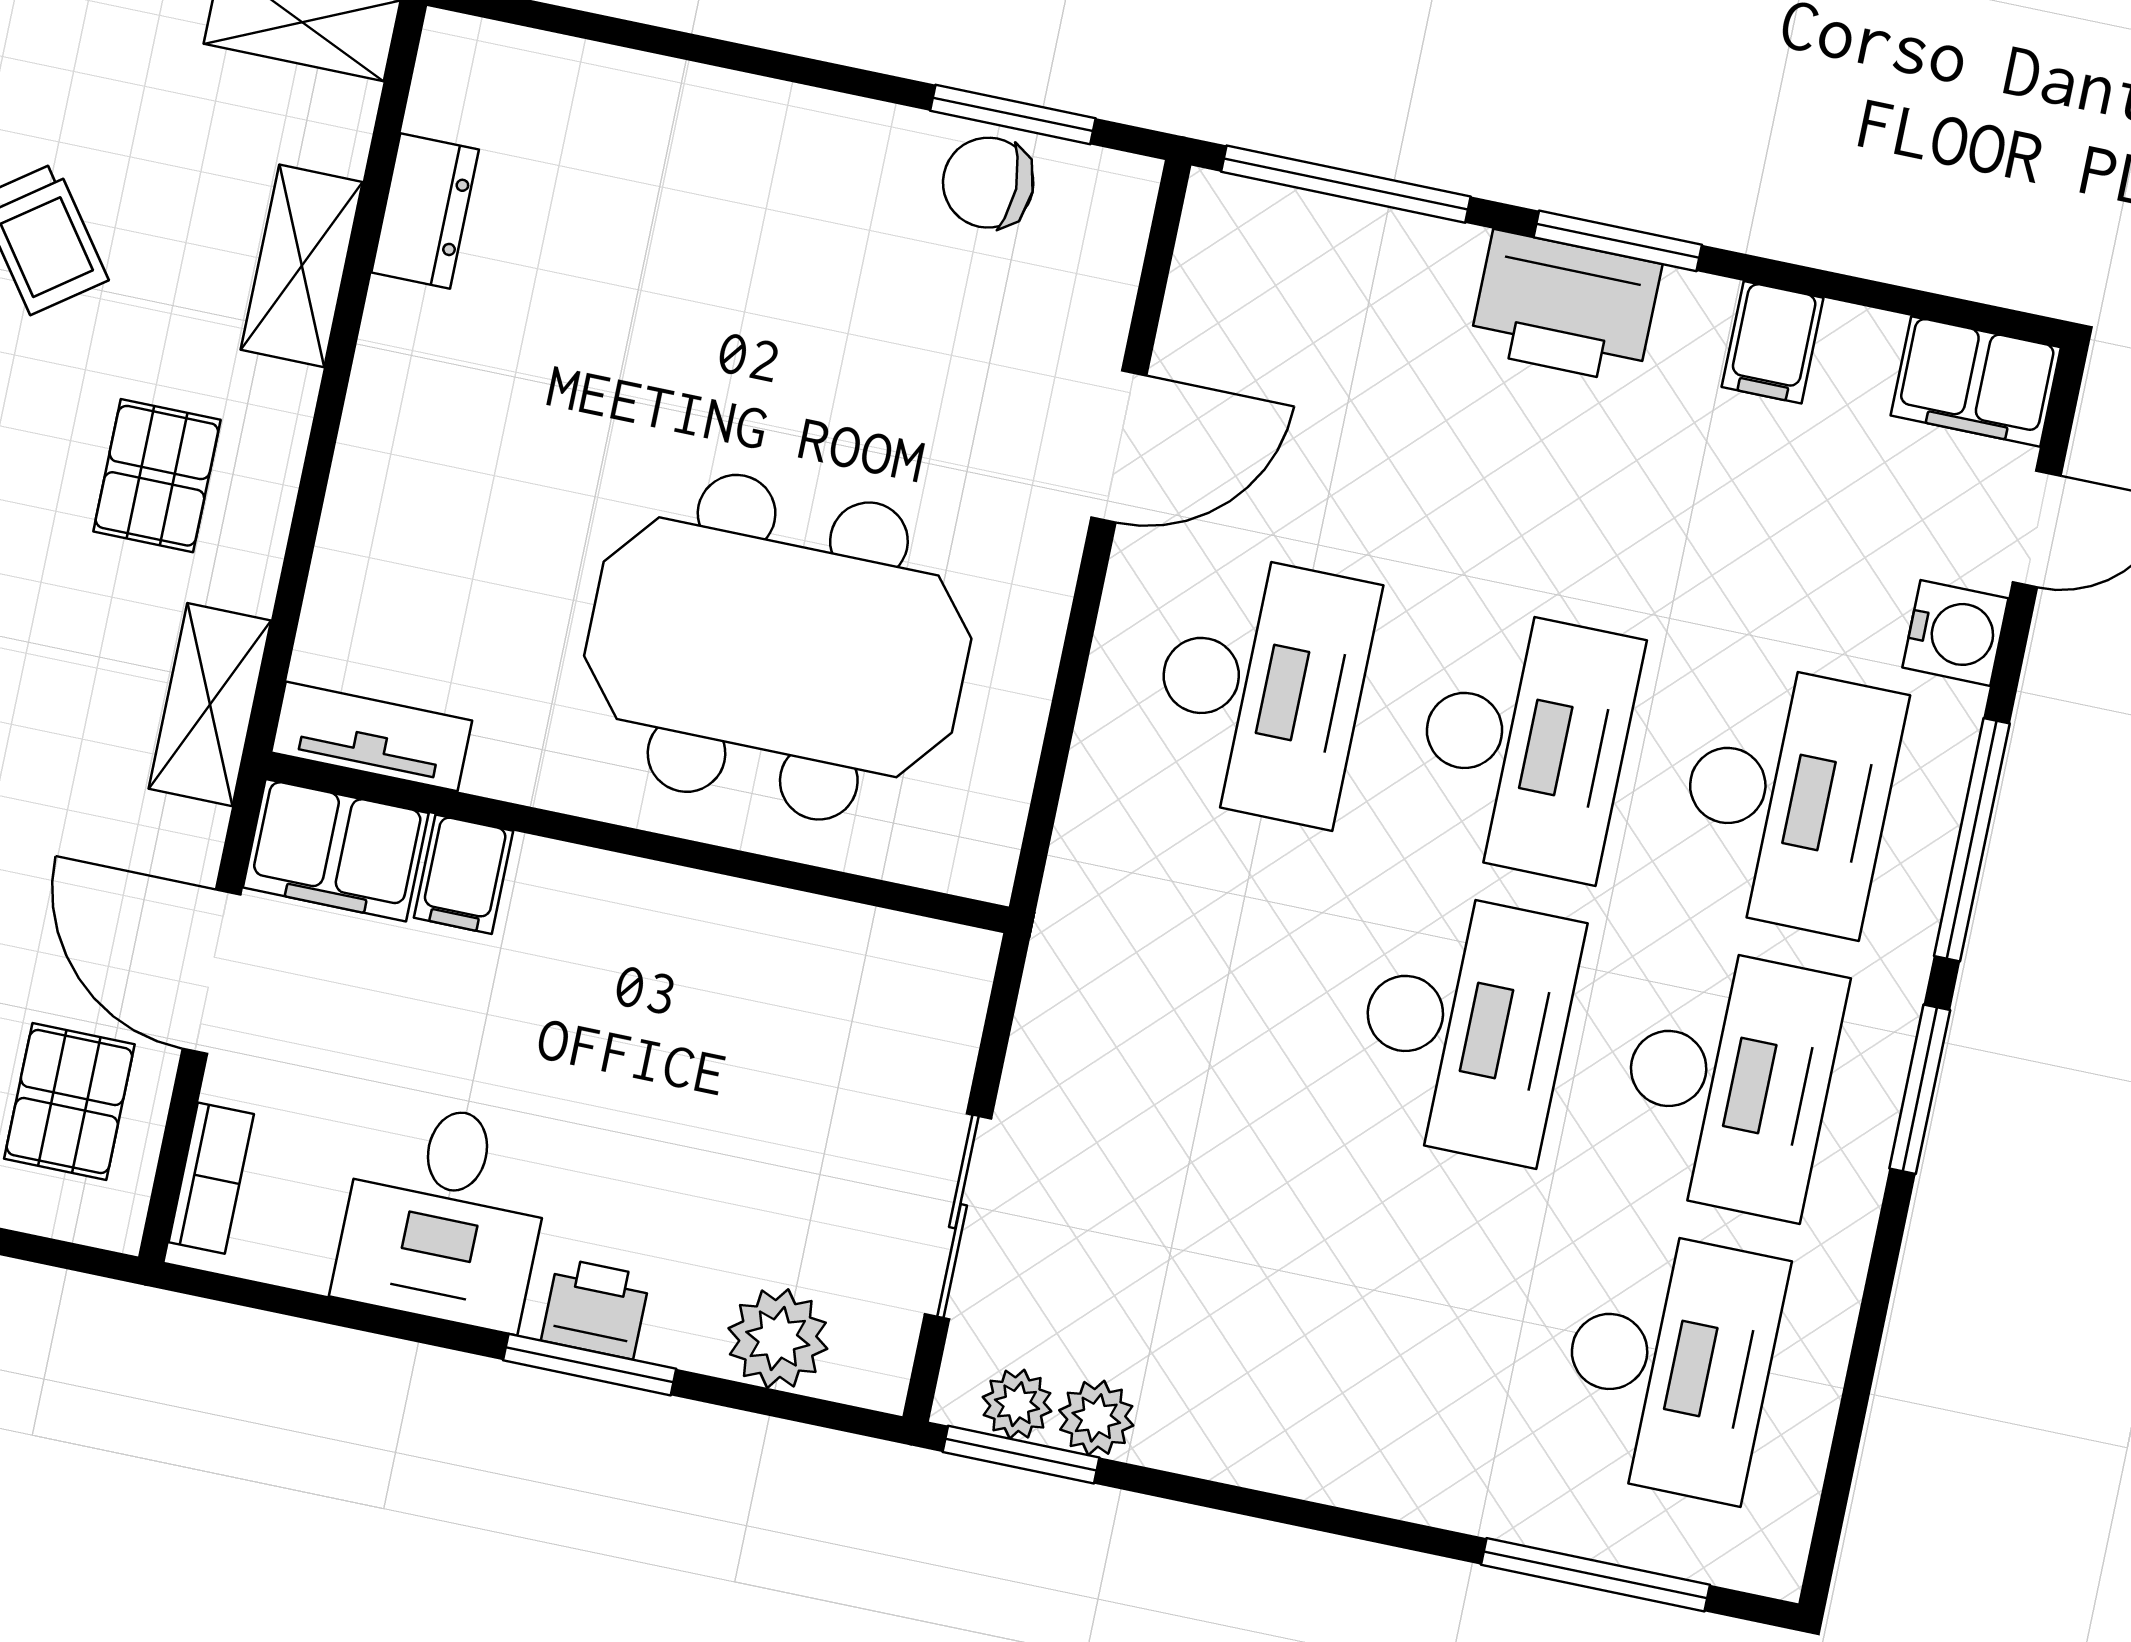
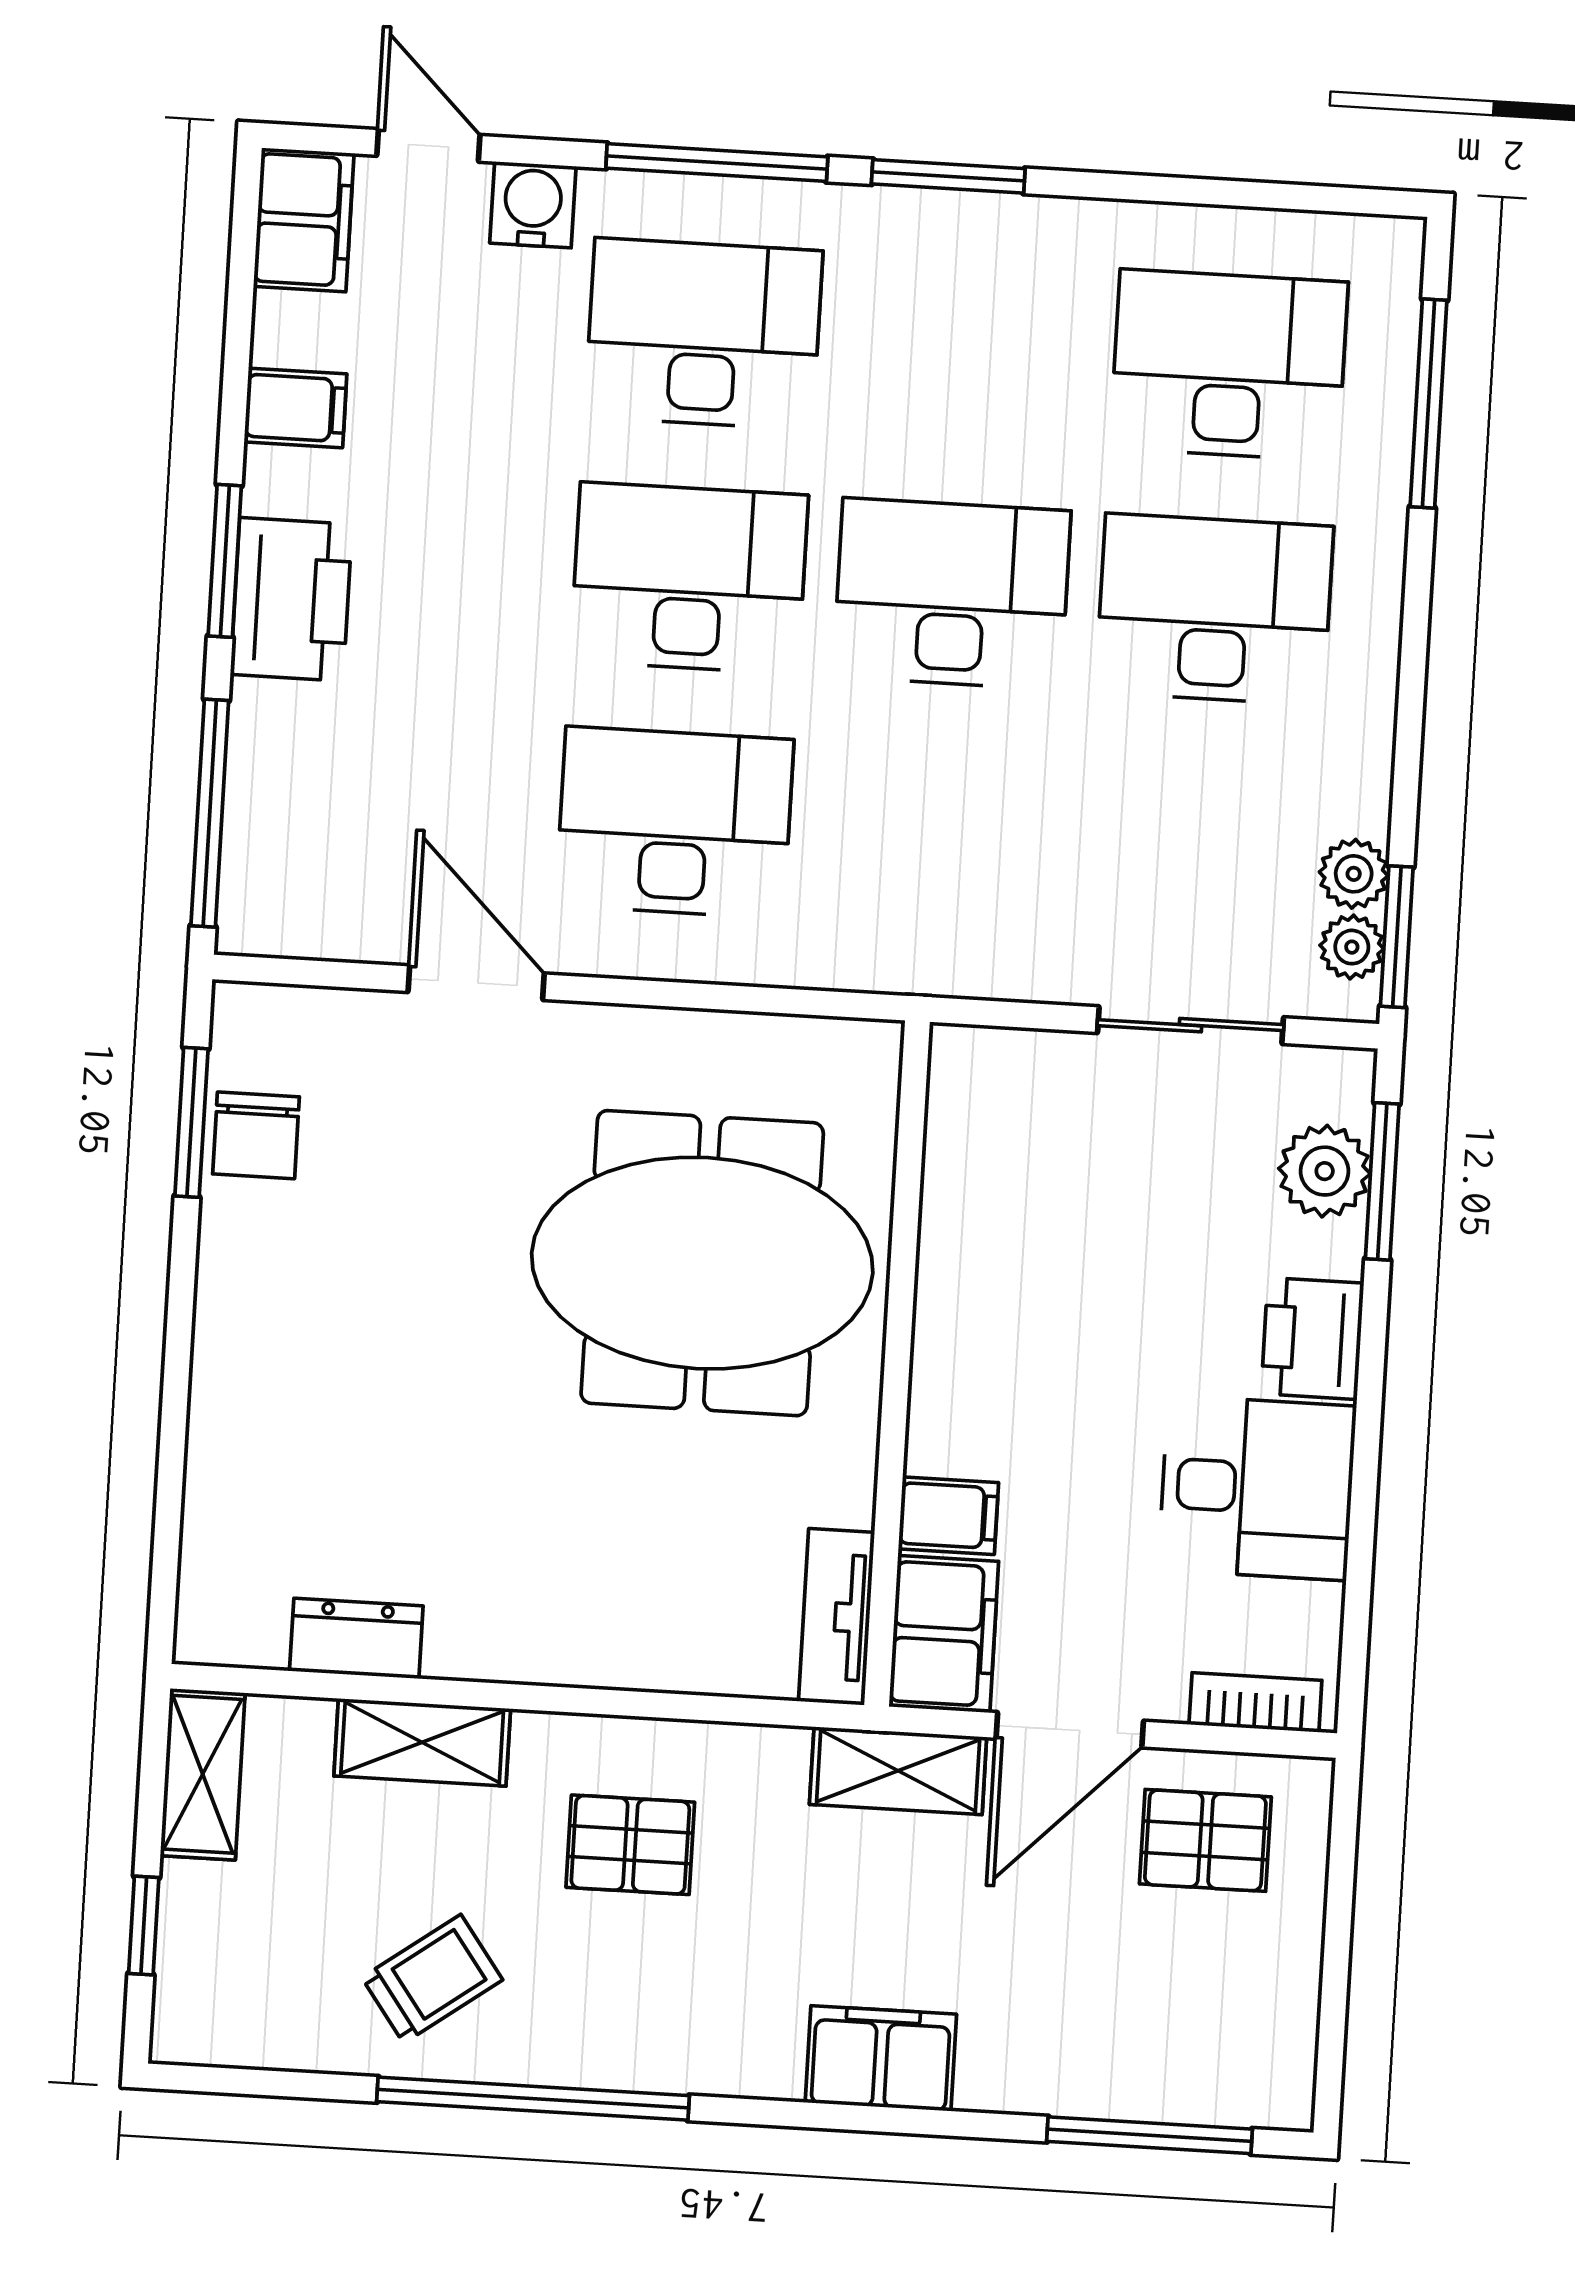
meeting table: (778, 647) -> (702, 1263), turned 90
shelving: (210, 705) -> (898, 1771), moved
desk: (1729, 1081) -> (1214, 609), moved
printer: (596, 1309) -> (1312, 1339), width x1.36, depth x1.24
window: (590, 1365) -> (1382, 1181), moved

